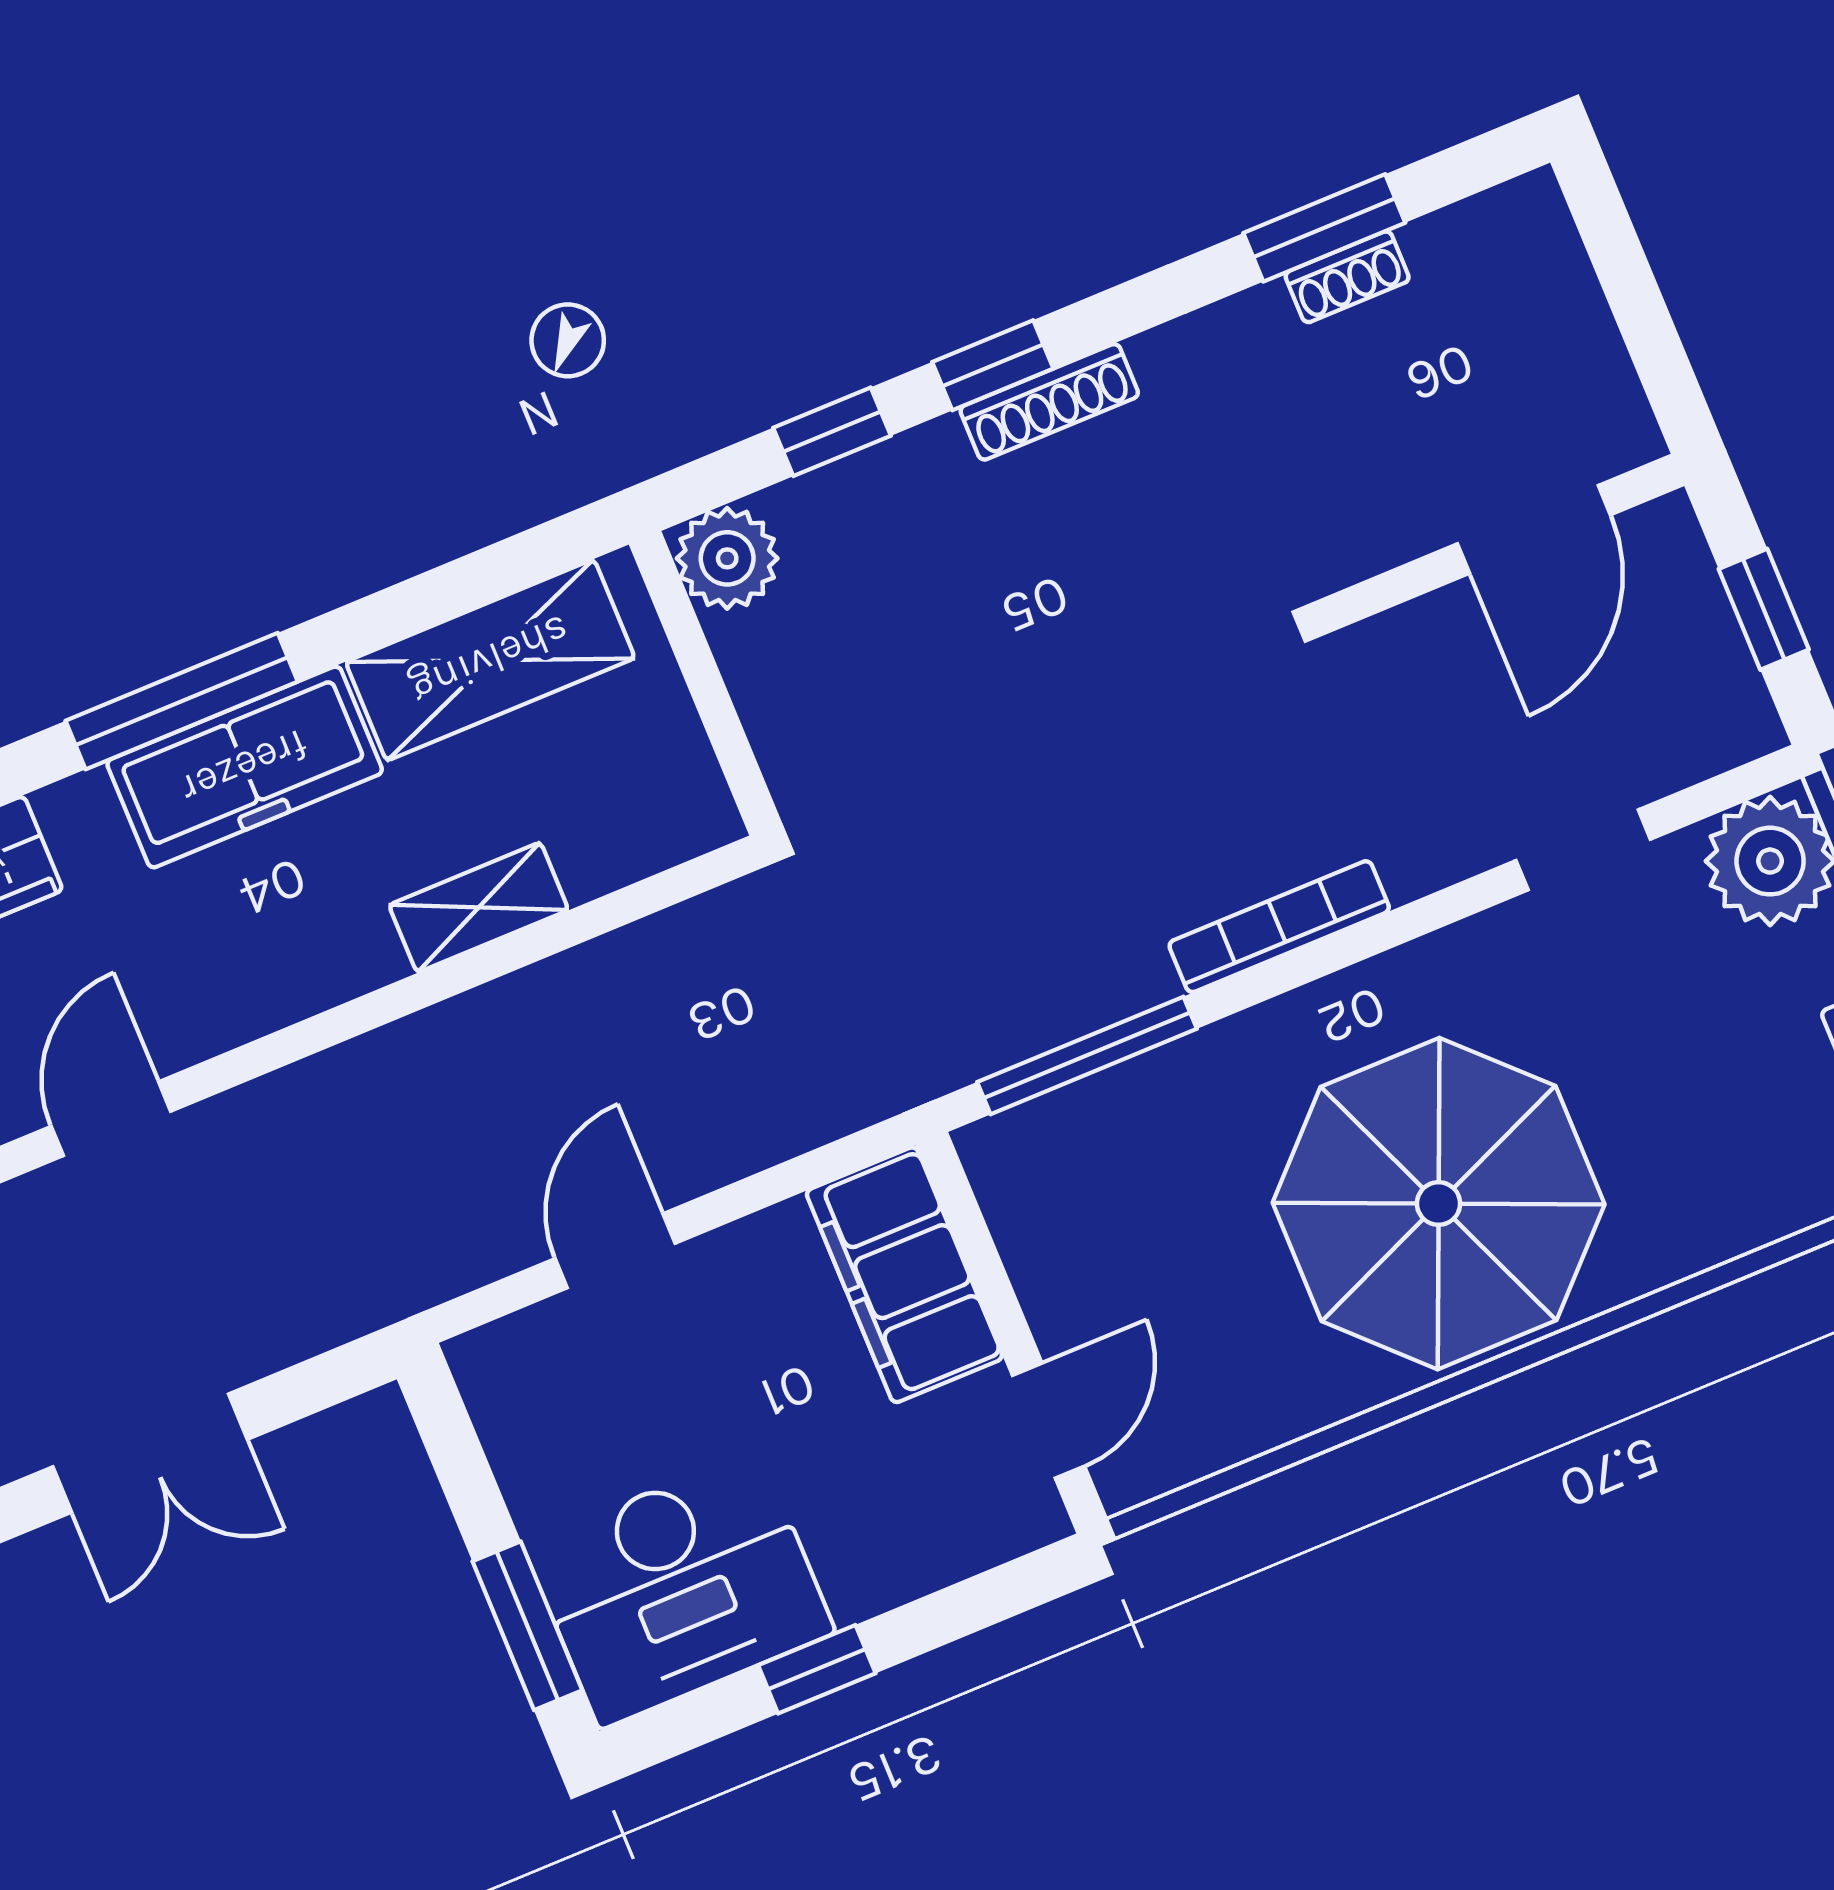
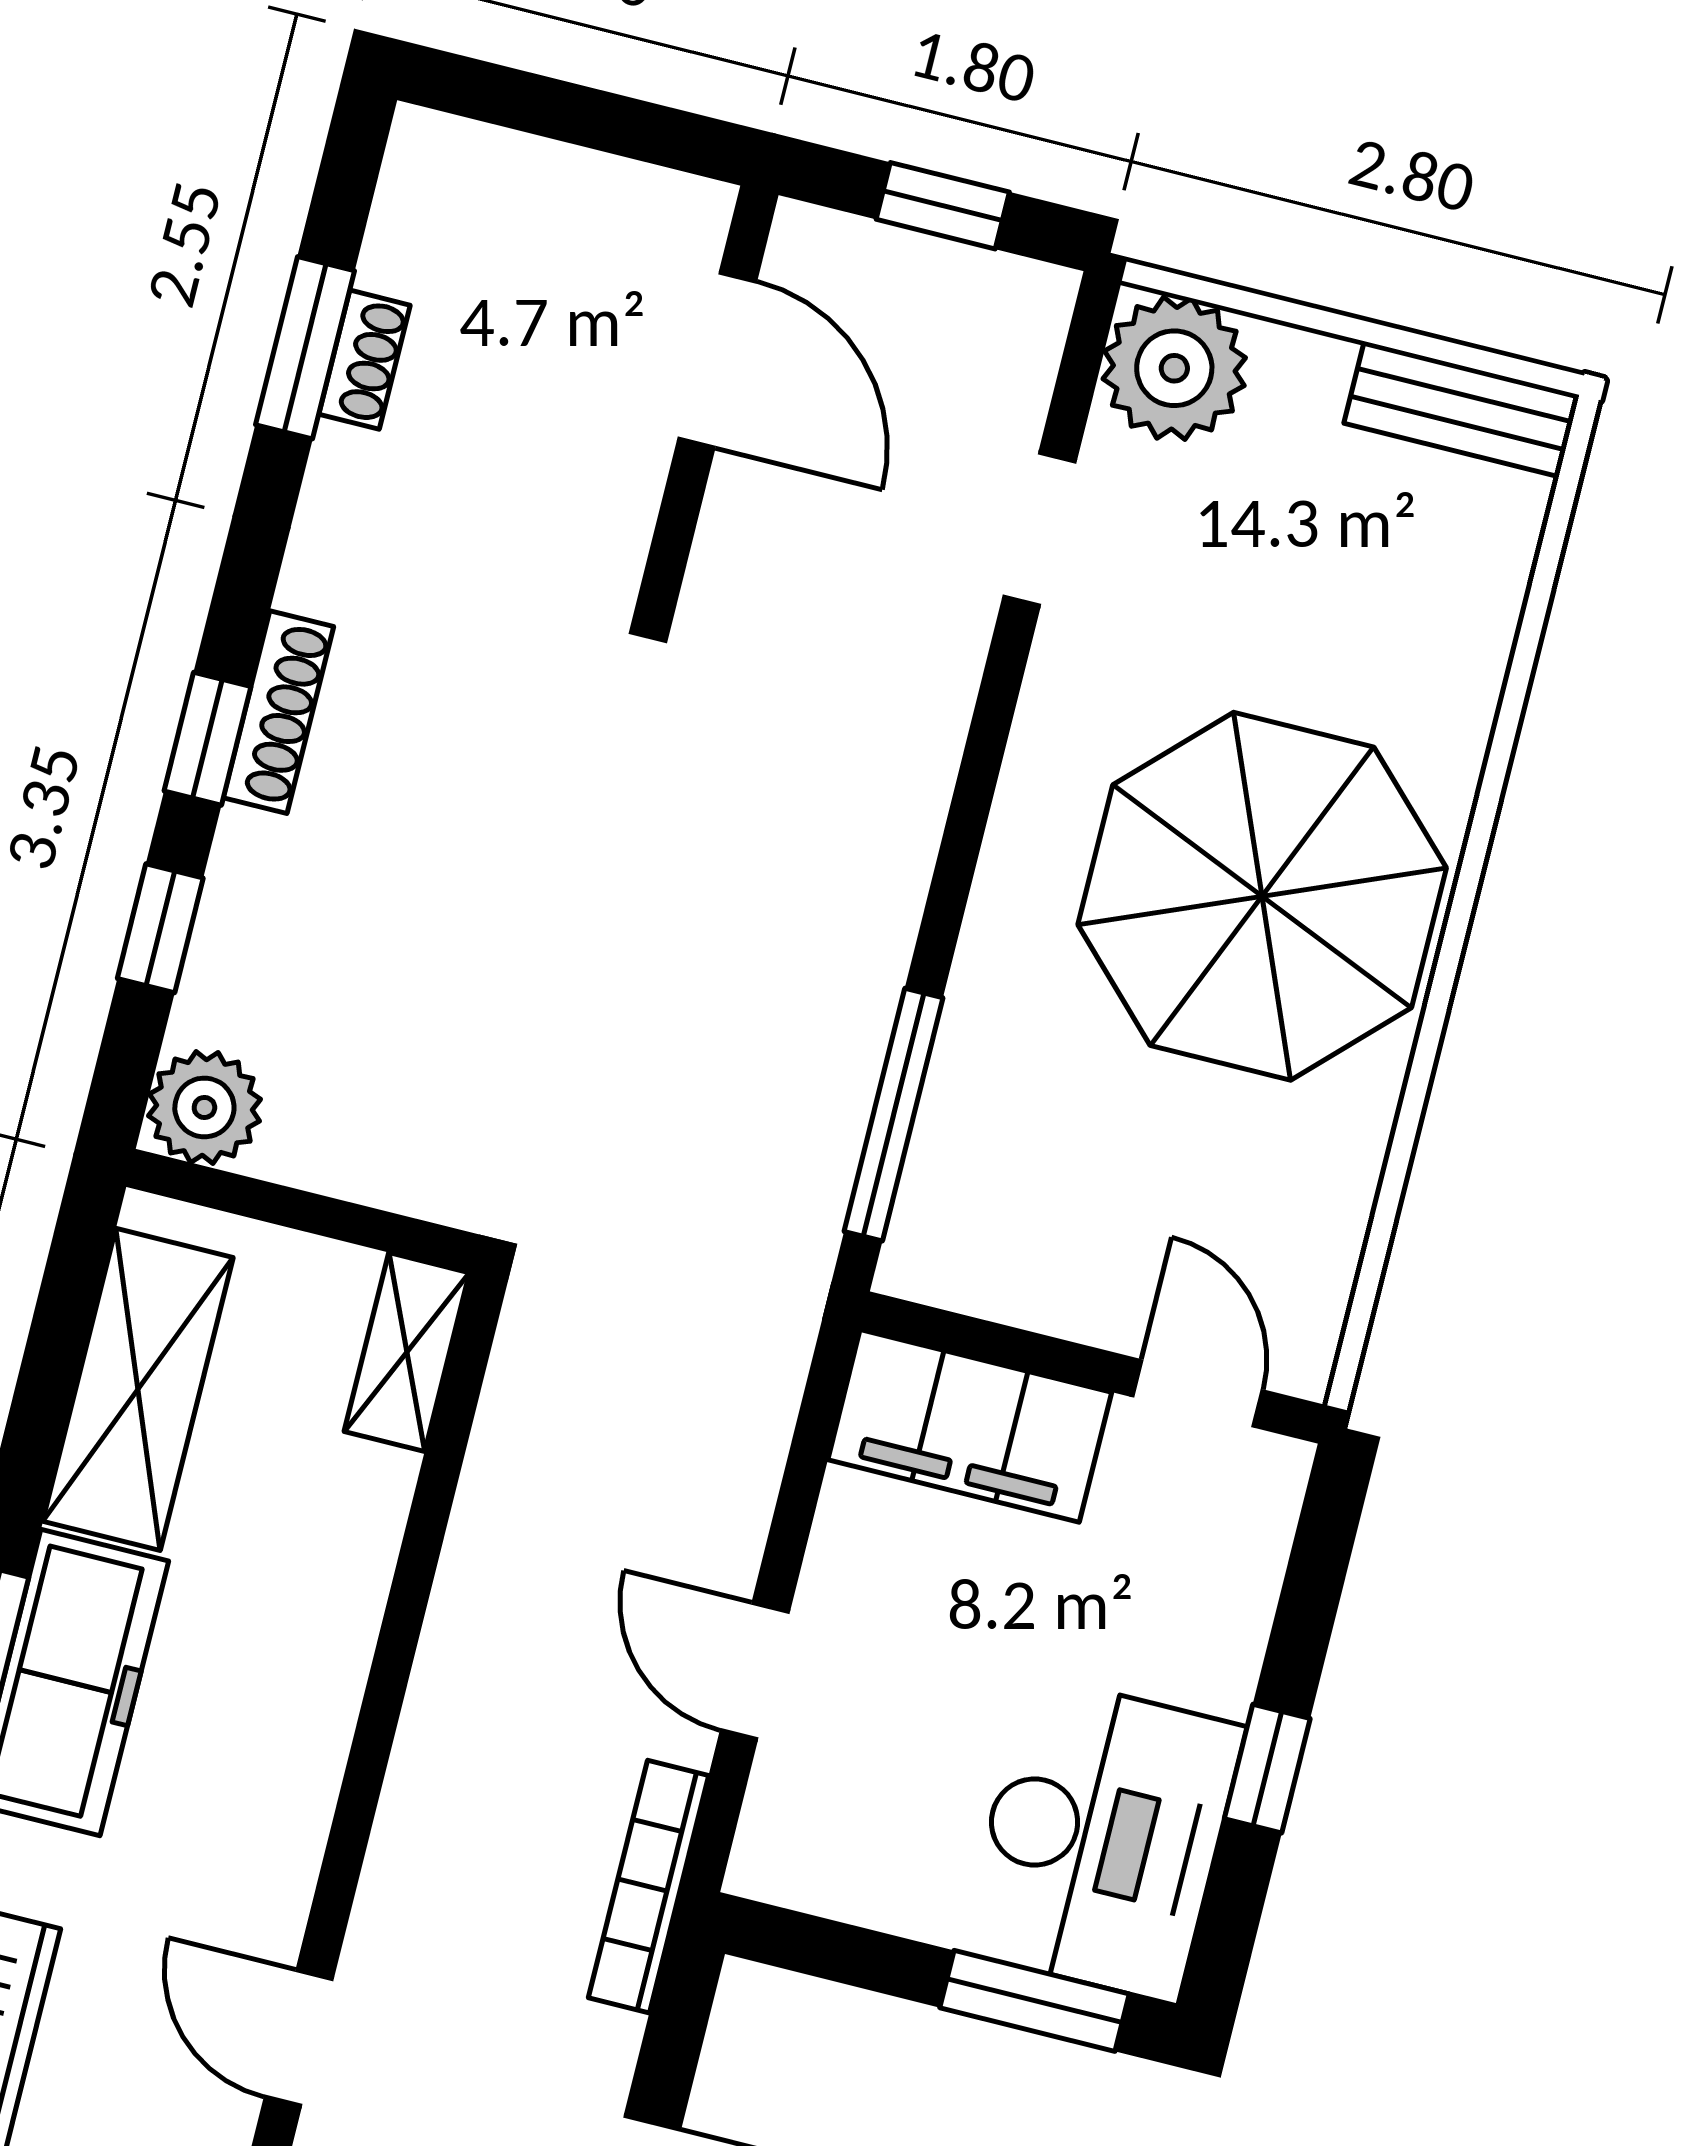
shelving: (479, 907) -> (407, 1352), moved
bookcase: (1279, 927) -> (648, 1887), moved

